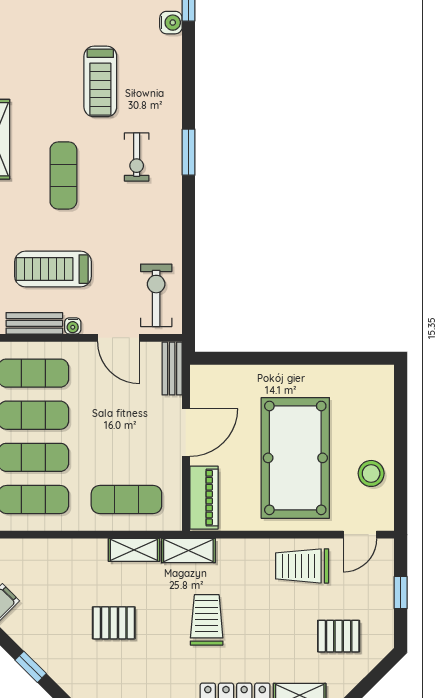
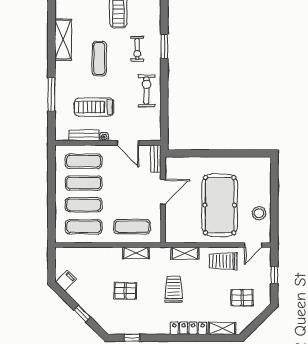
exercise bike: (156, 295) -> (146, 91), moved
piano: (204, 498) -> (172, 226), removed
shelving: (188, 551) -> (185, 253), moved

